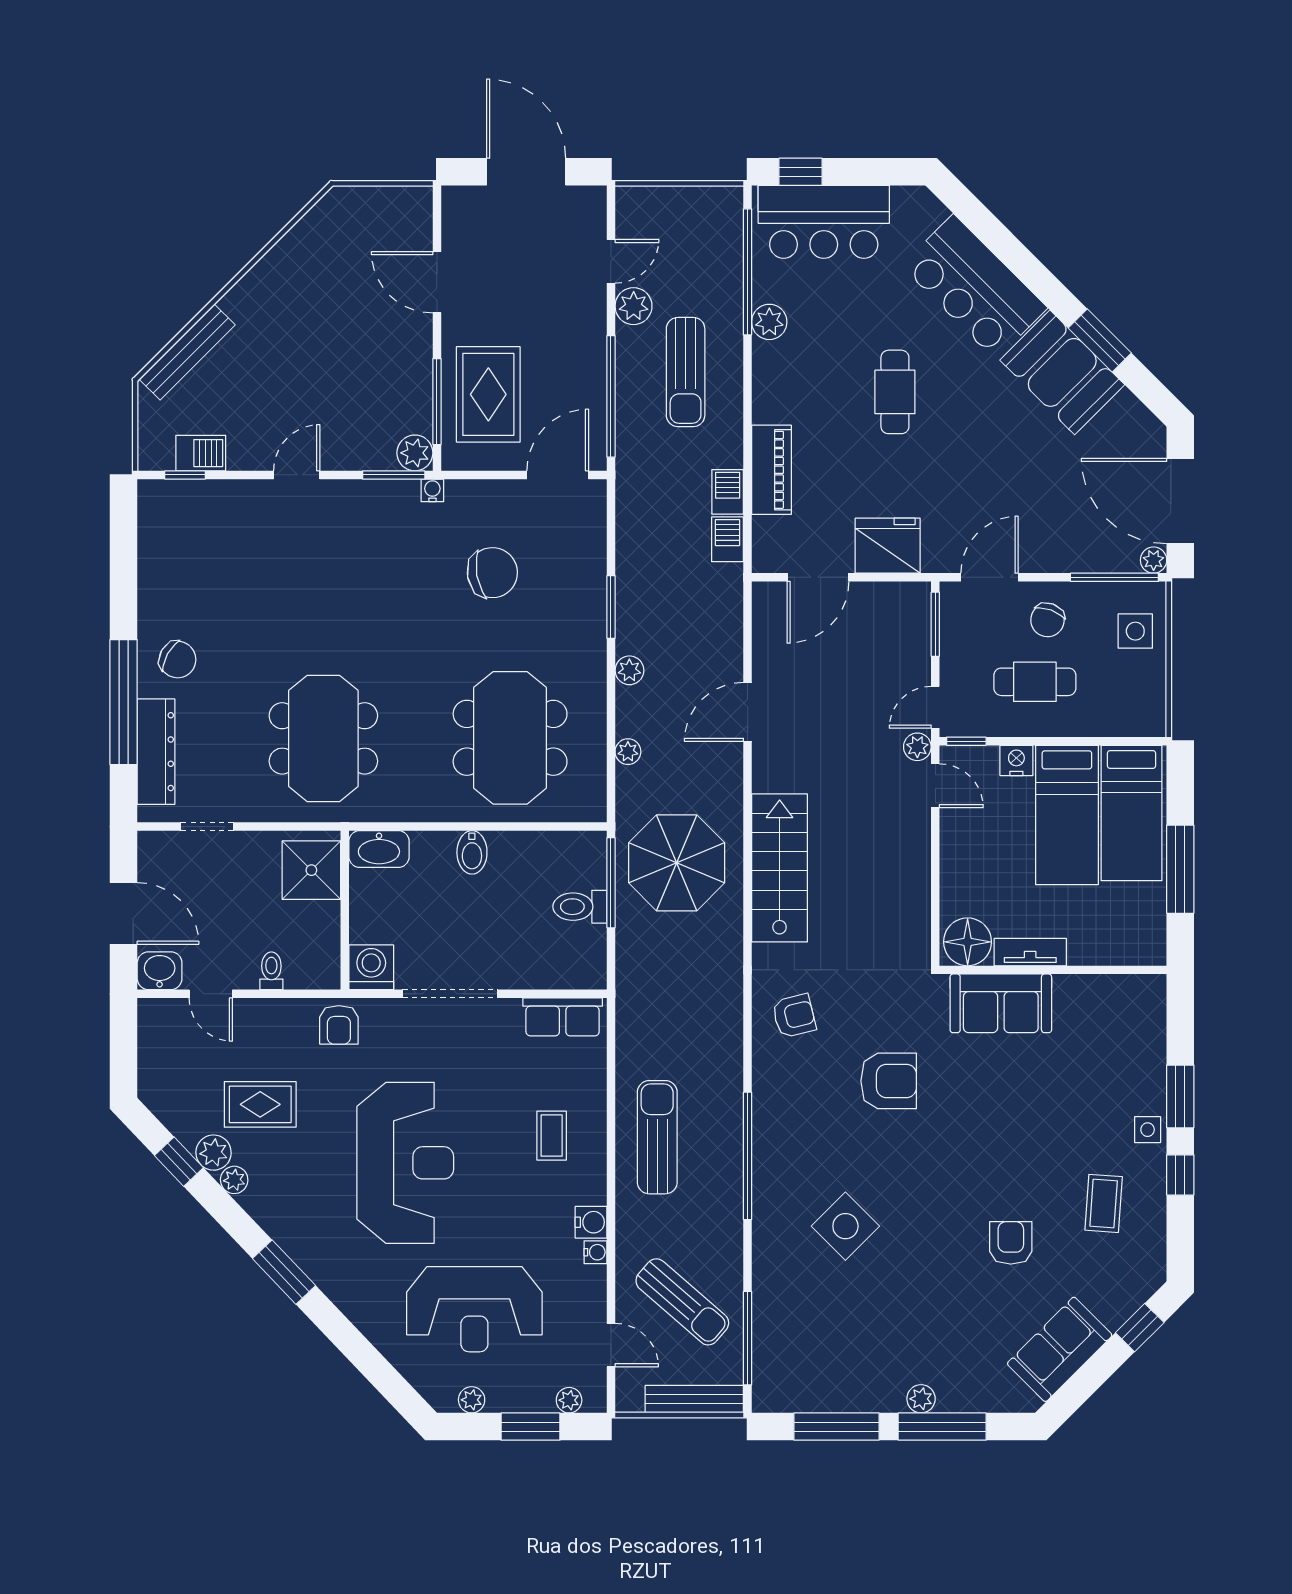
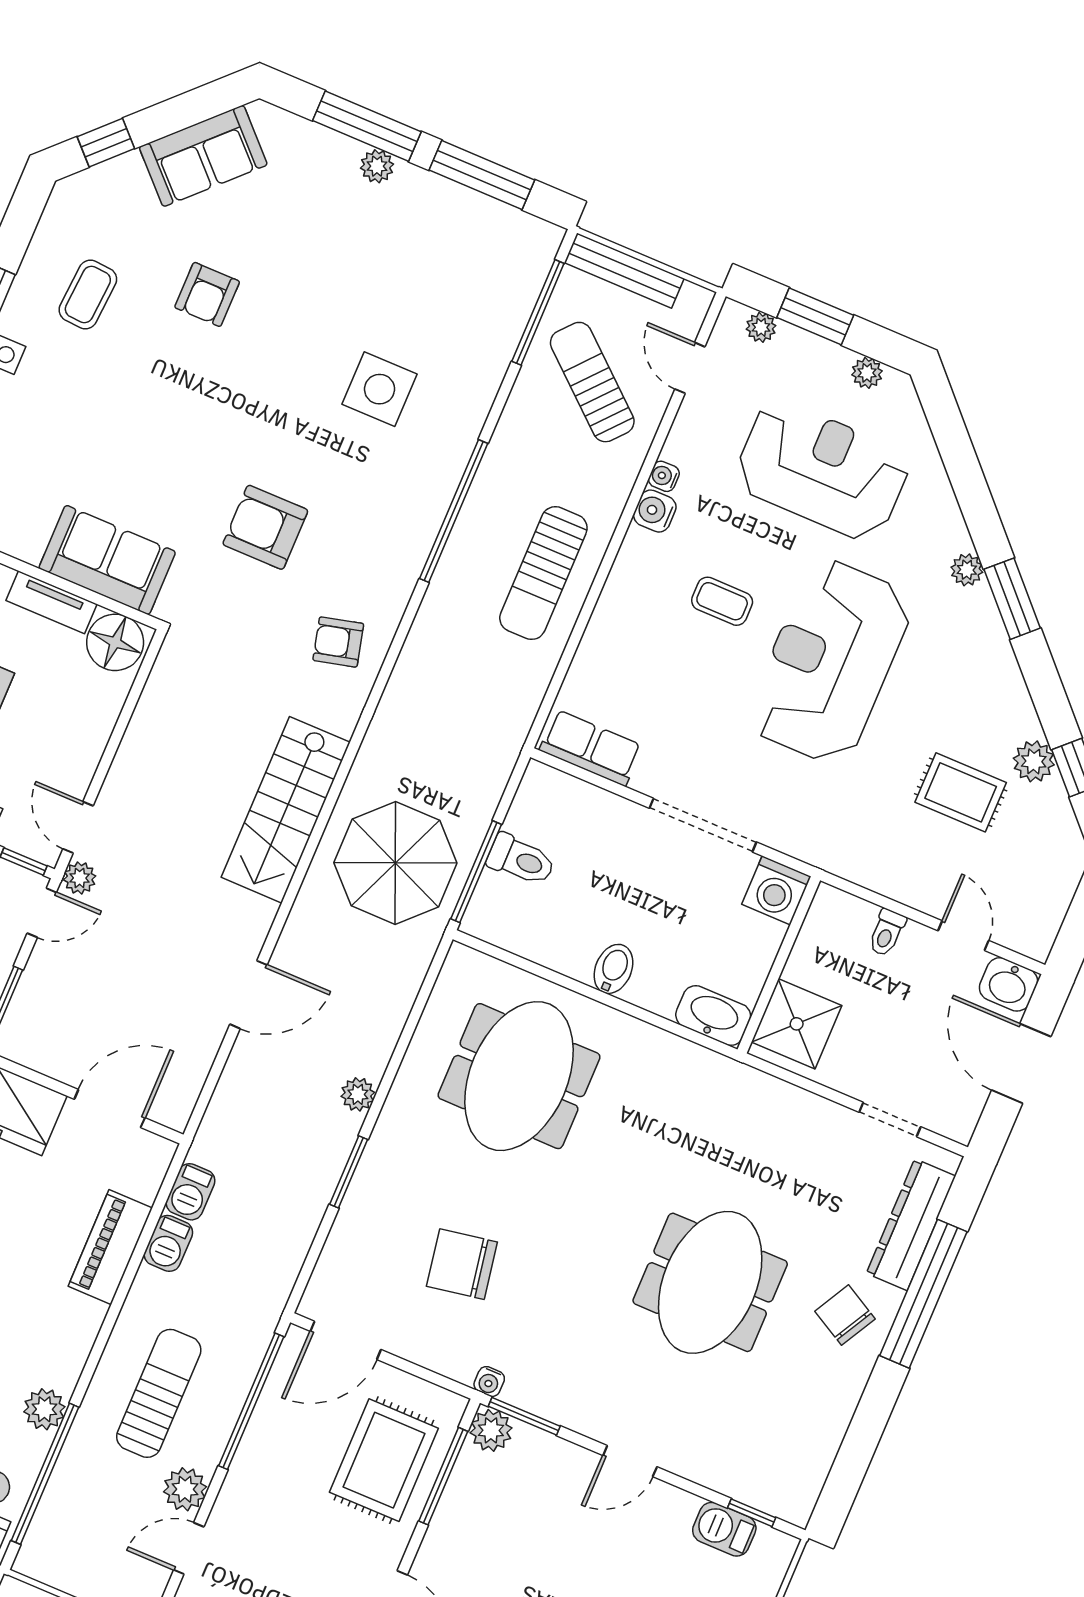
meeting table: (323, 738) -> (710, 1282), moved
plant: (628, 752) -> (397, 1007), removed
armchair: (339, 1025) -> (838, 843), removed
coffee table: (552, 1136) -> (722, 601), moved, turned 90
plant: (234, 1180) -> (967, 570), moved
side table: (845, 1226) -> (380, 389), turned 45

